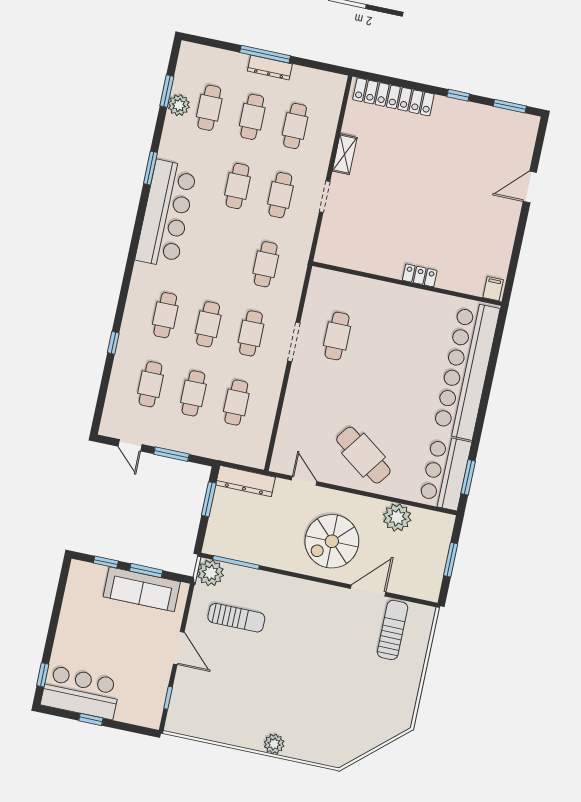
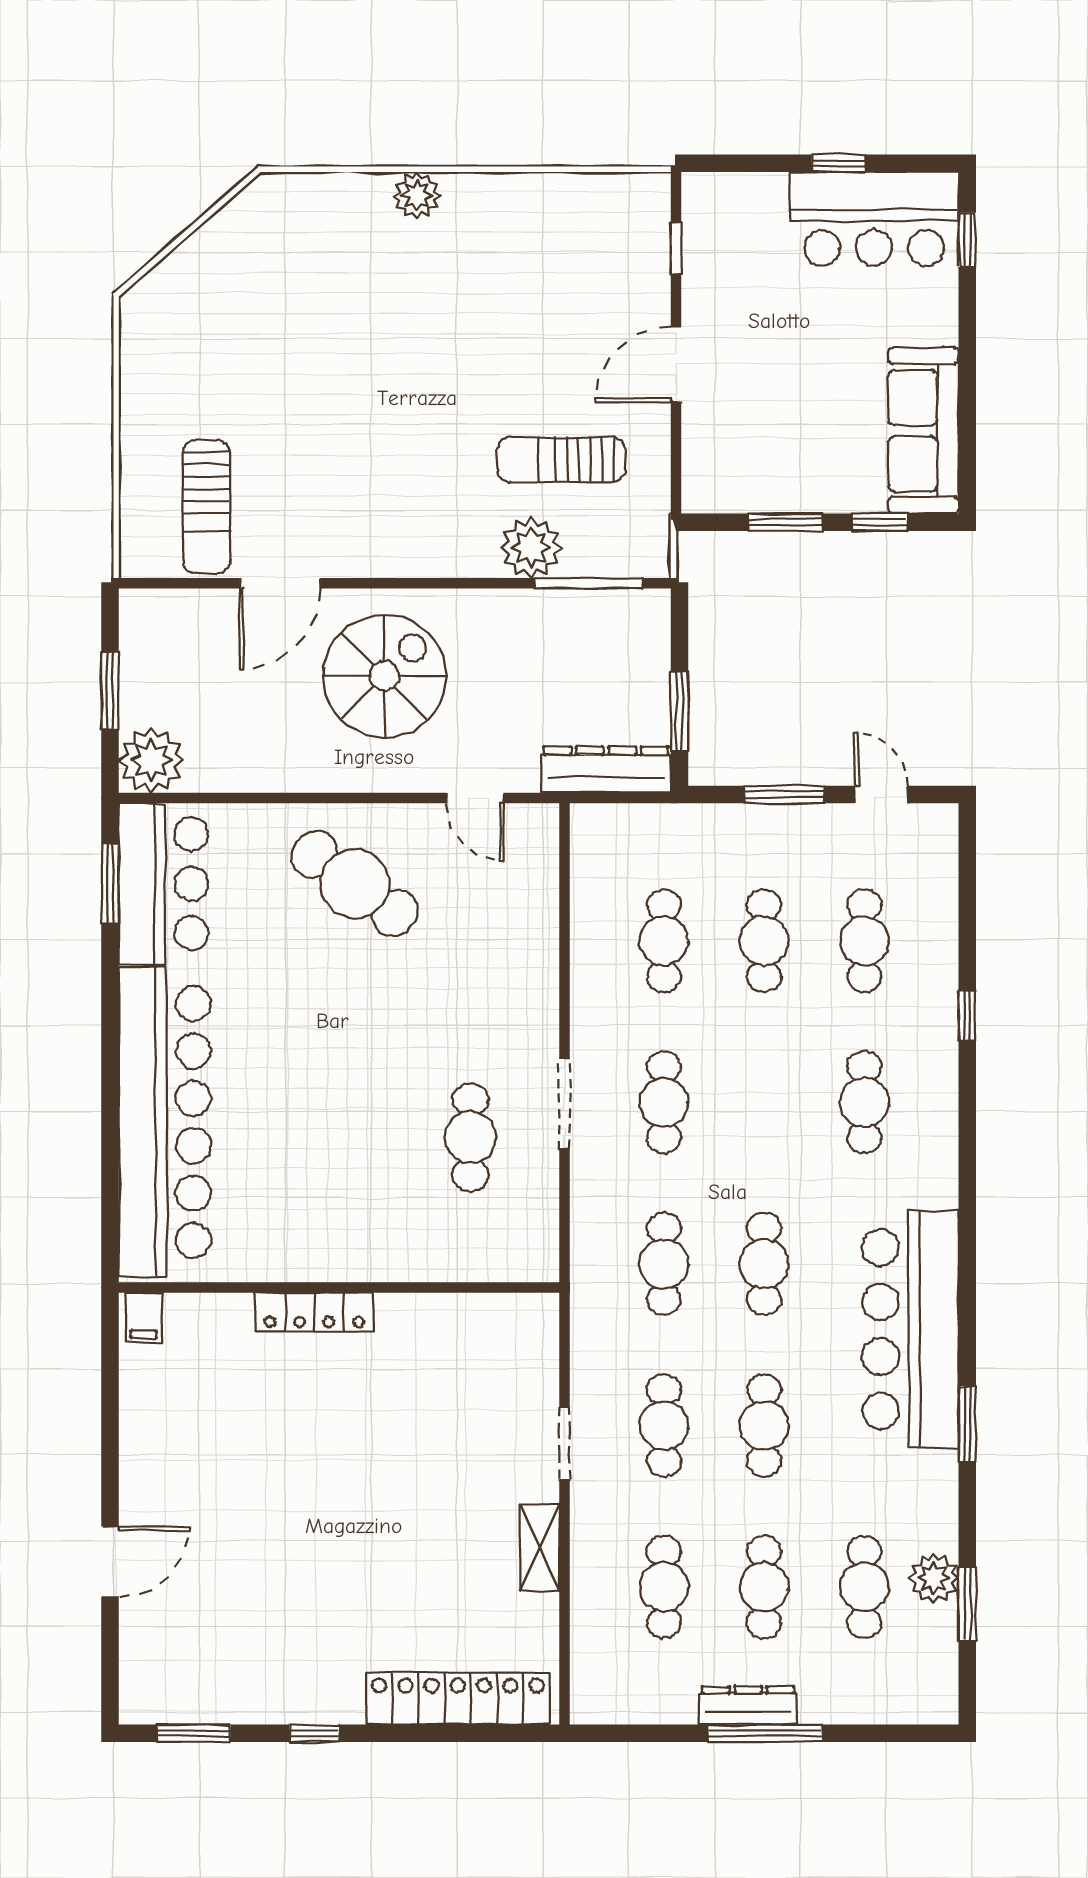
locker: (420, 275) -> (314, 1312), width x1.53
cafe table: (208, 324) -> (764, 1264), moved
plant: (397, 517) -> (151, 760), moved
plant: (211, 573) -> (531, 548), moved
sofa: (142, 589) -> (923, 431), moved, turned -90
door: (179, 648) -> (676, 364), hinge flipped

